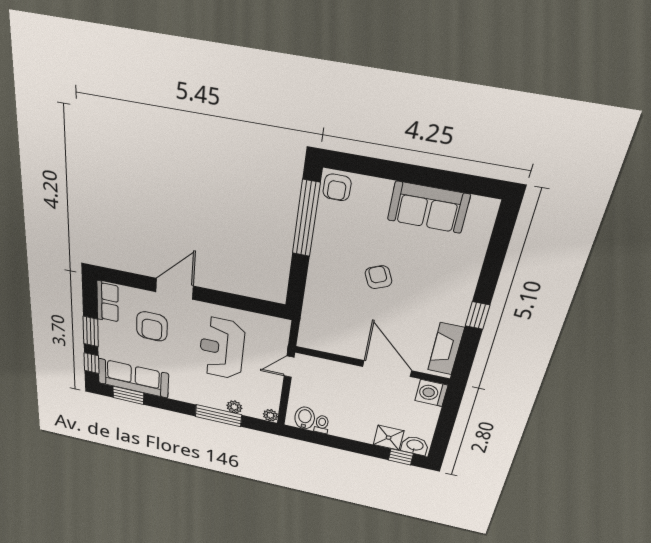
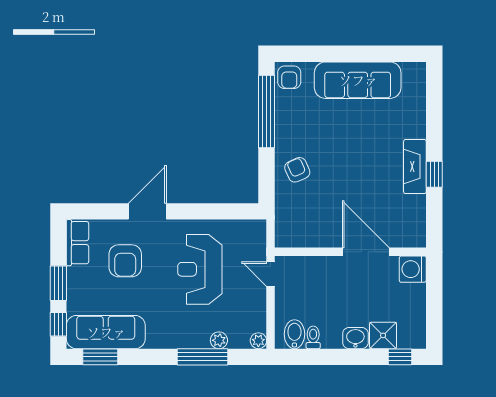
sofa: (428, 207) -> (358, 80), width x1.36
armchair: (378, 277) -> (297, 170), moved
fireplace: (446, 349) -> (415, 167), moved
door: (289, 367) -> (271, 274), hinge flipped
washbasin: (415, 446) -> (355, 338), moved

